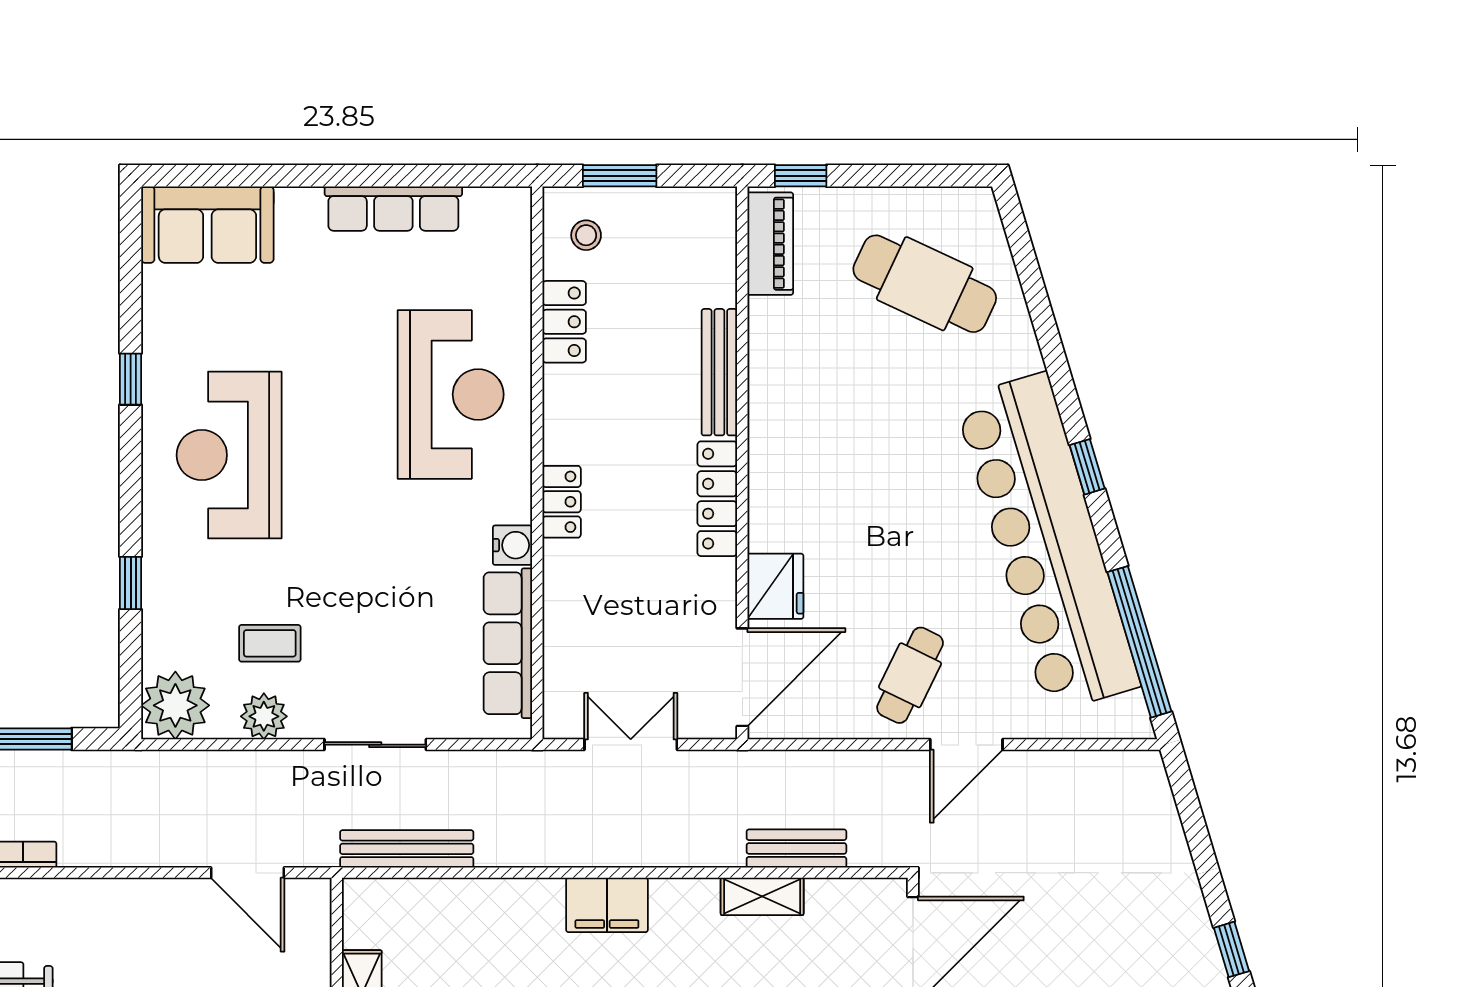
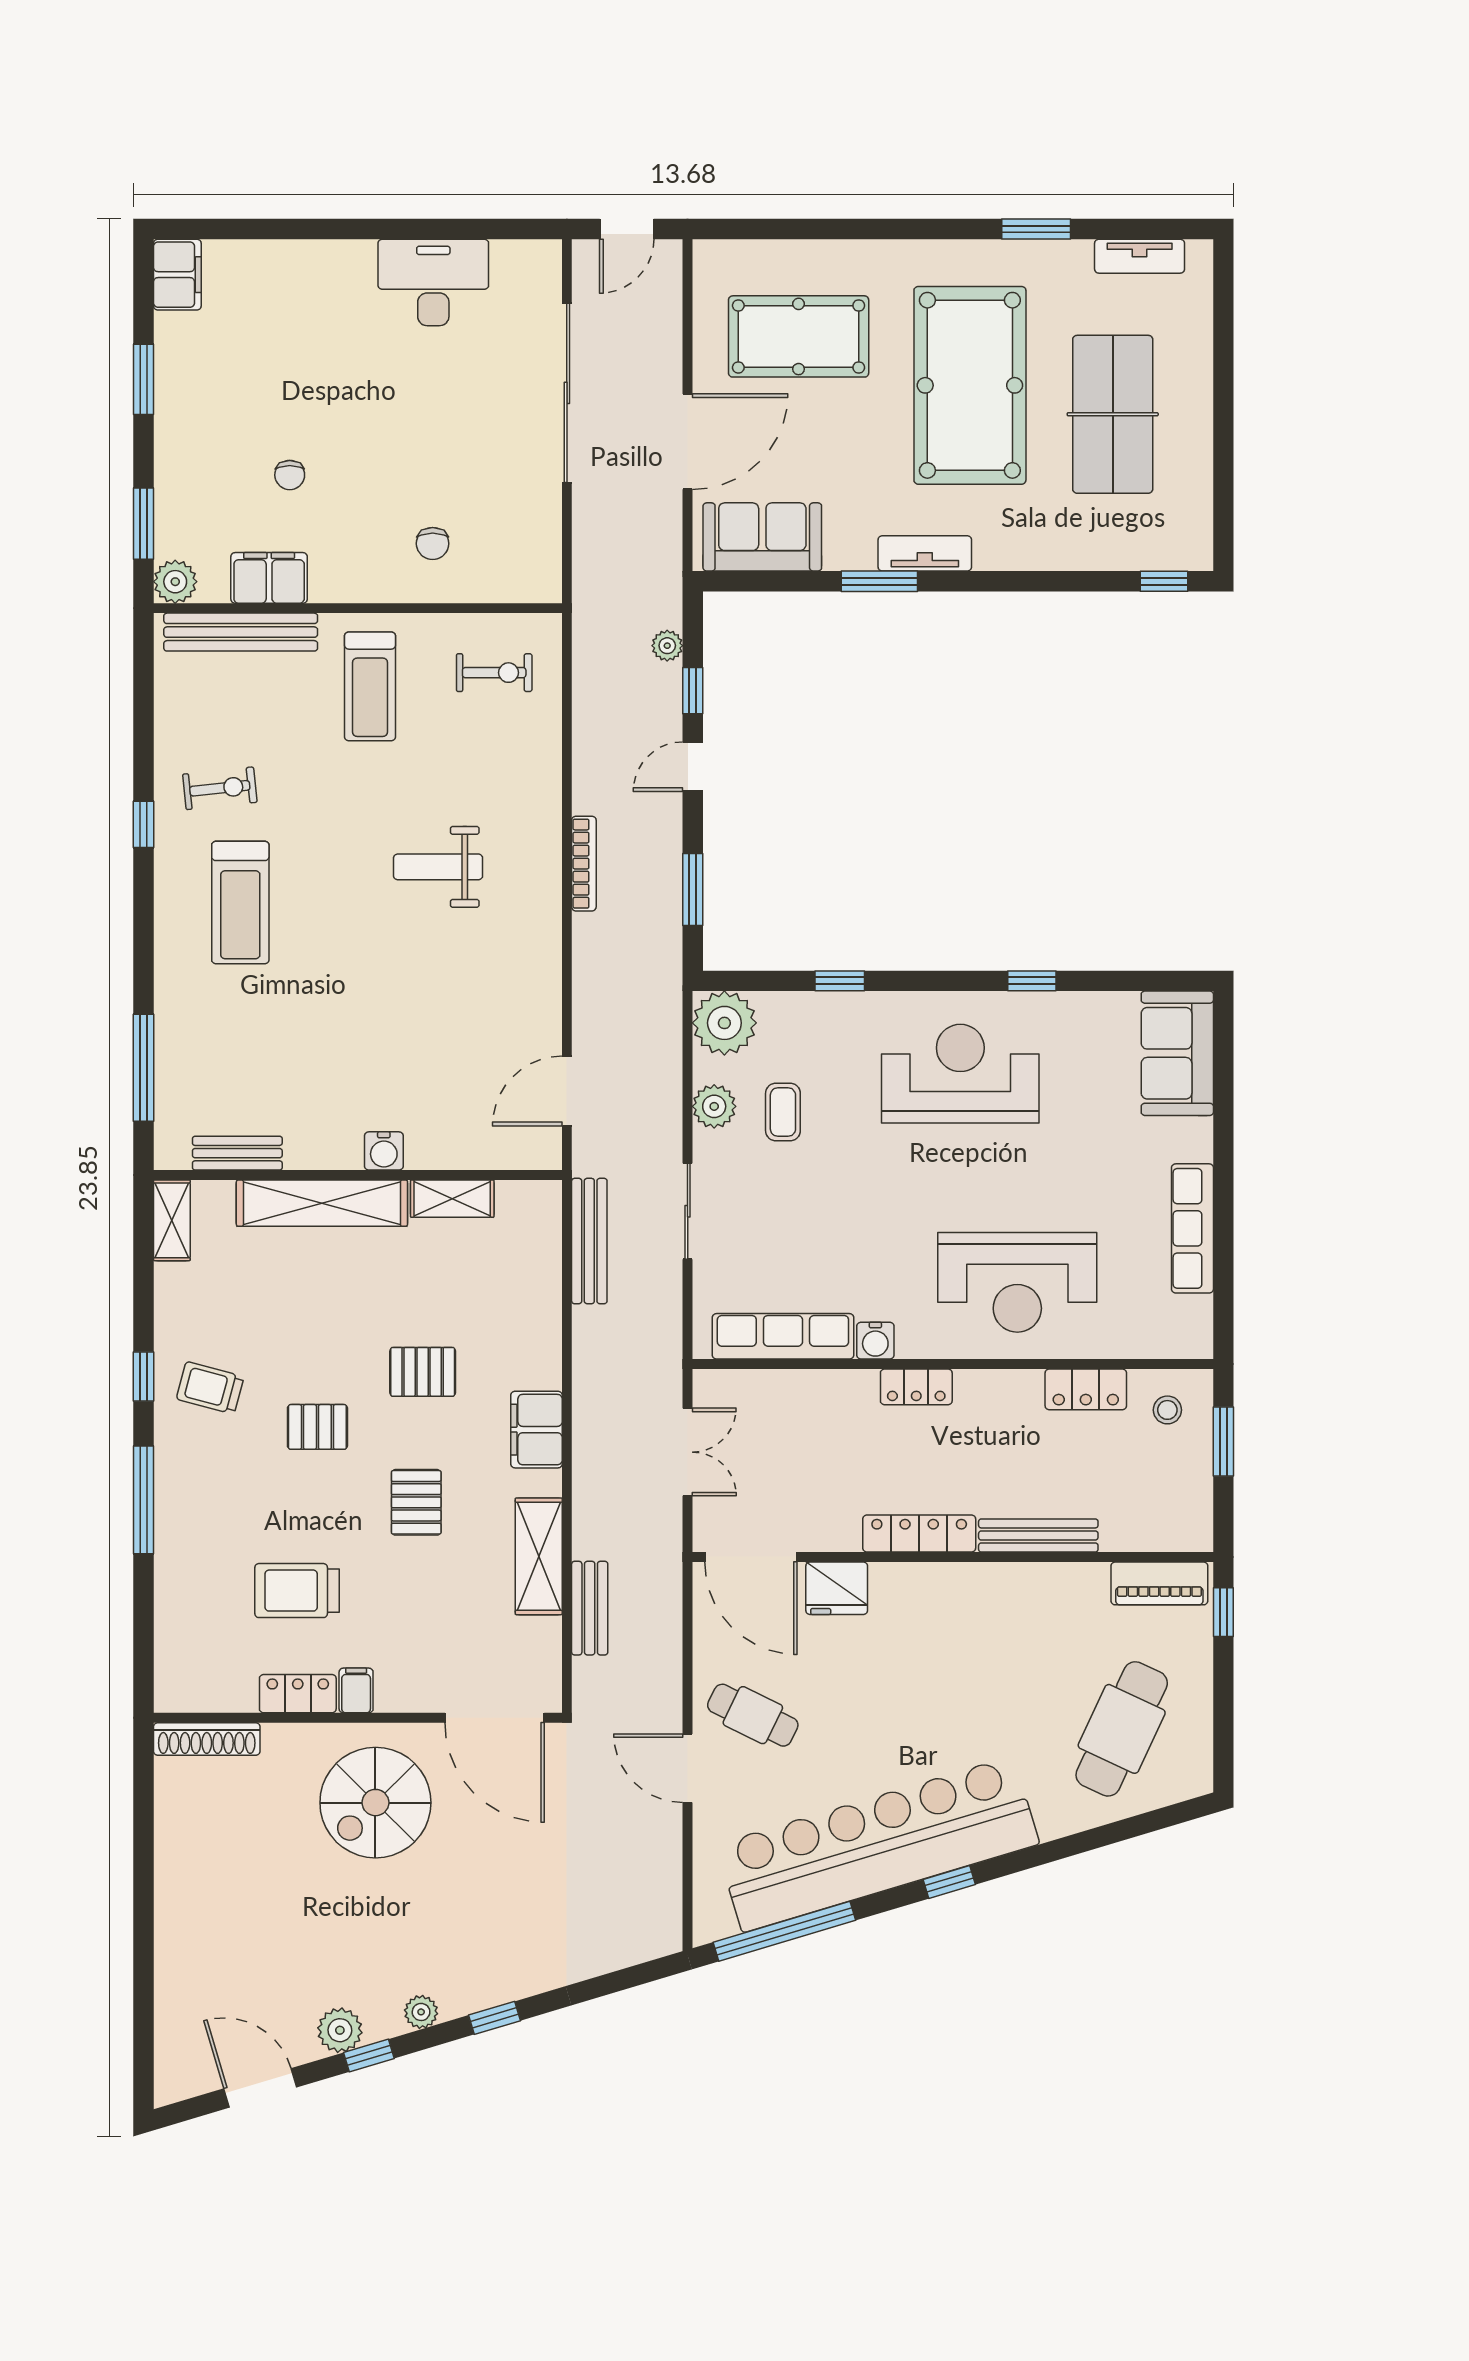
shelving: (762, 896) -> (539, 1556), width x1.50, depth x1.33

